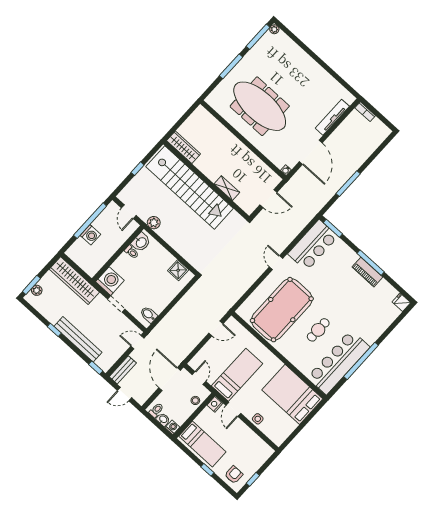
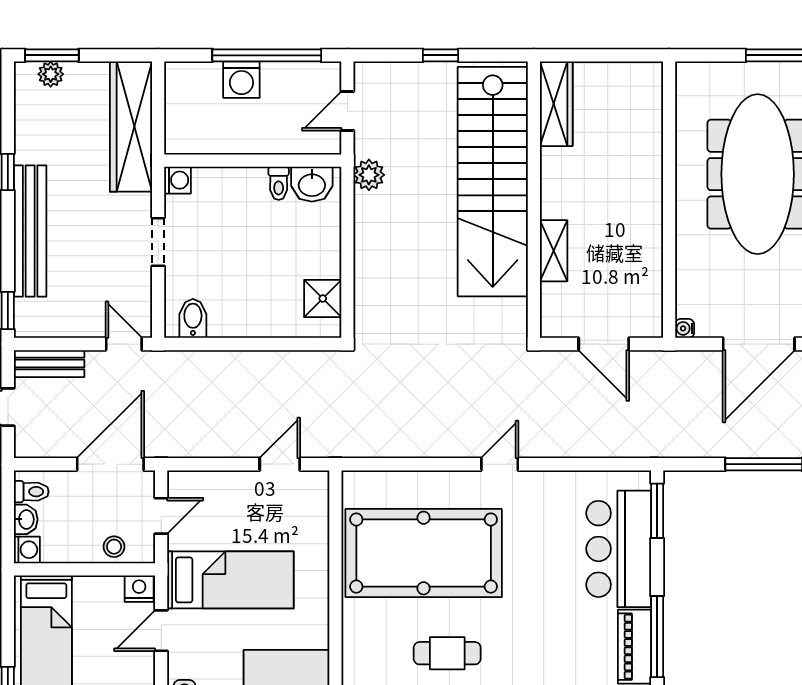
bar counter: (313, 245) -> (619, 549), moved, turned 90
washing machine: (110, 281) -> (177, 180), width x0.53, depth x0.53
door: (216, 328) -> (280, 464), swing flipped

